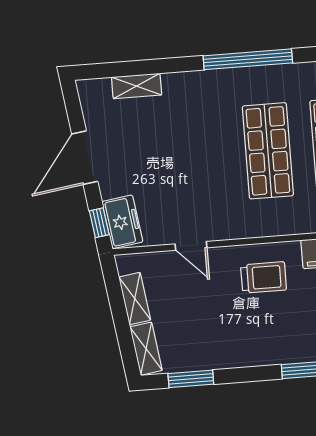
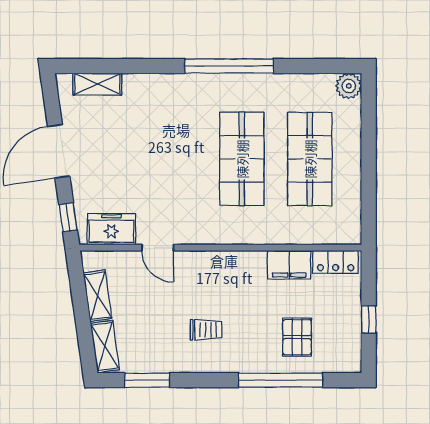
shelving: (137, 86) -> (97, 84), moved
freezer: (122, 222) -> (111, 229), moved, turned -82
trolley: (264, 277) -> (206, 330), moved, width x0.73, depth x0.72

